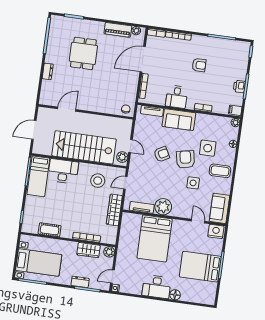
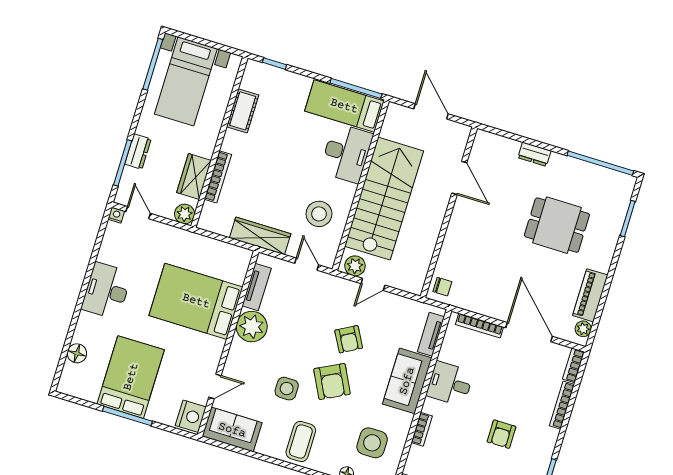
side table: (208, 148) -> (372, 443), moved
armchair: (185, 159) -> (332, 381), turned 74
floor lamp: (175, 295) -> (77, 353), moved

